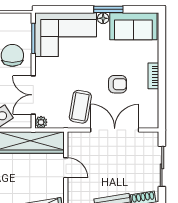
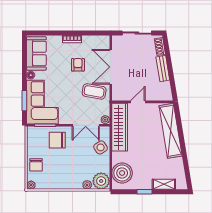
window: (108, 9) -> (24, 101), moved

